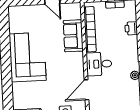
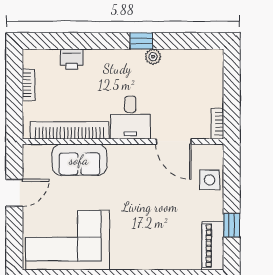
corner sofa: (28, 57) -> (68, 240), moved

